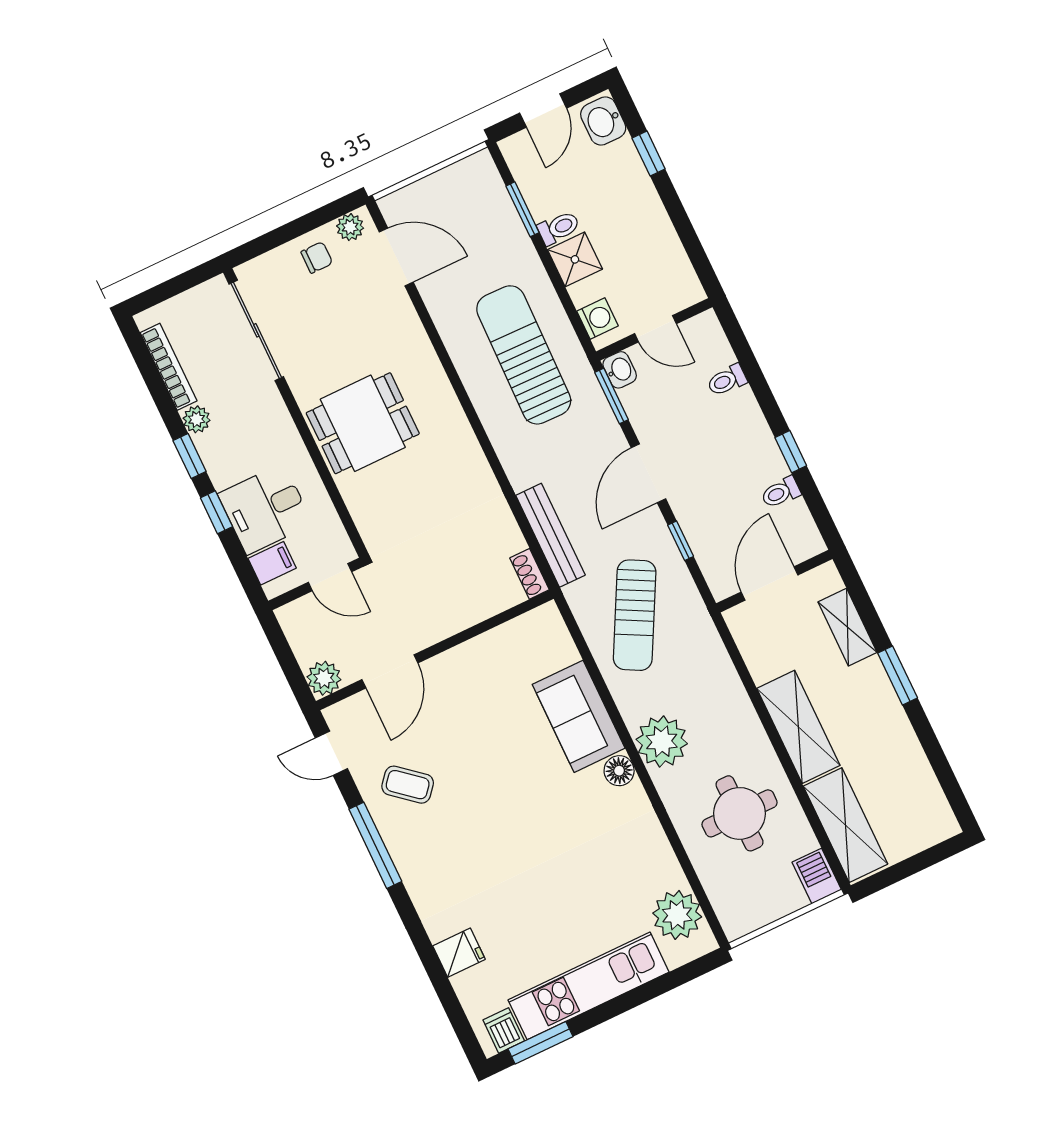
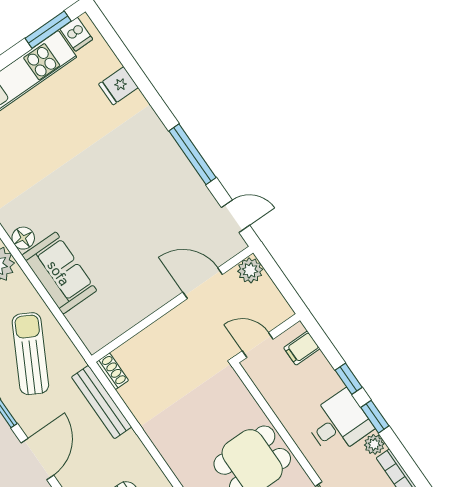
desk: (265, 509) -> (338, 423), moved
door: (390, 671) -> (203, 283), hinge flipped
coffee table: (408, 785) -> (176, 203), removed

